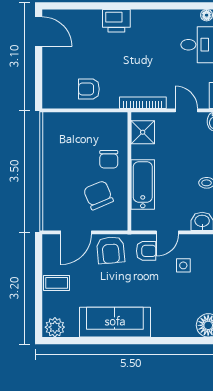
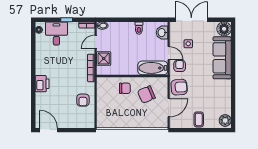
door: (39, 31) -> (49, 130), hinge flipped
shower: (143, 132) -> (104, 59), moved
bathtub: (143, 184) -> (153, 68), moved
door: (76, 232) -> (169, 108), hinge flipped
sofa: (115, 322) -> (222, 58), moved

